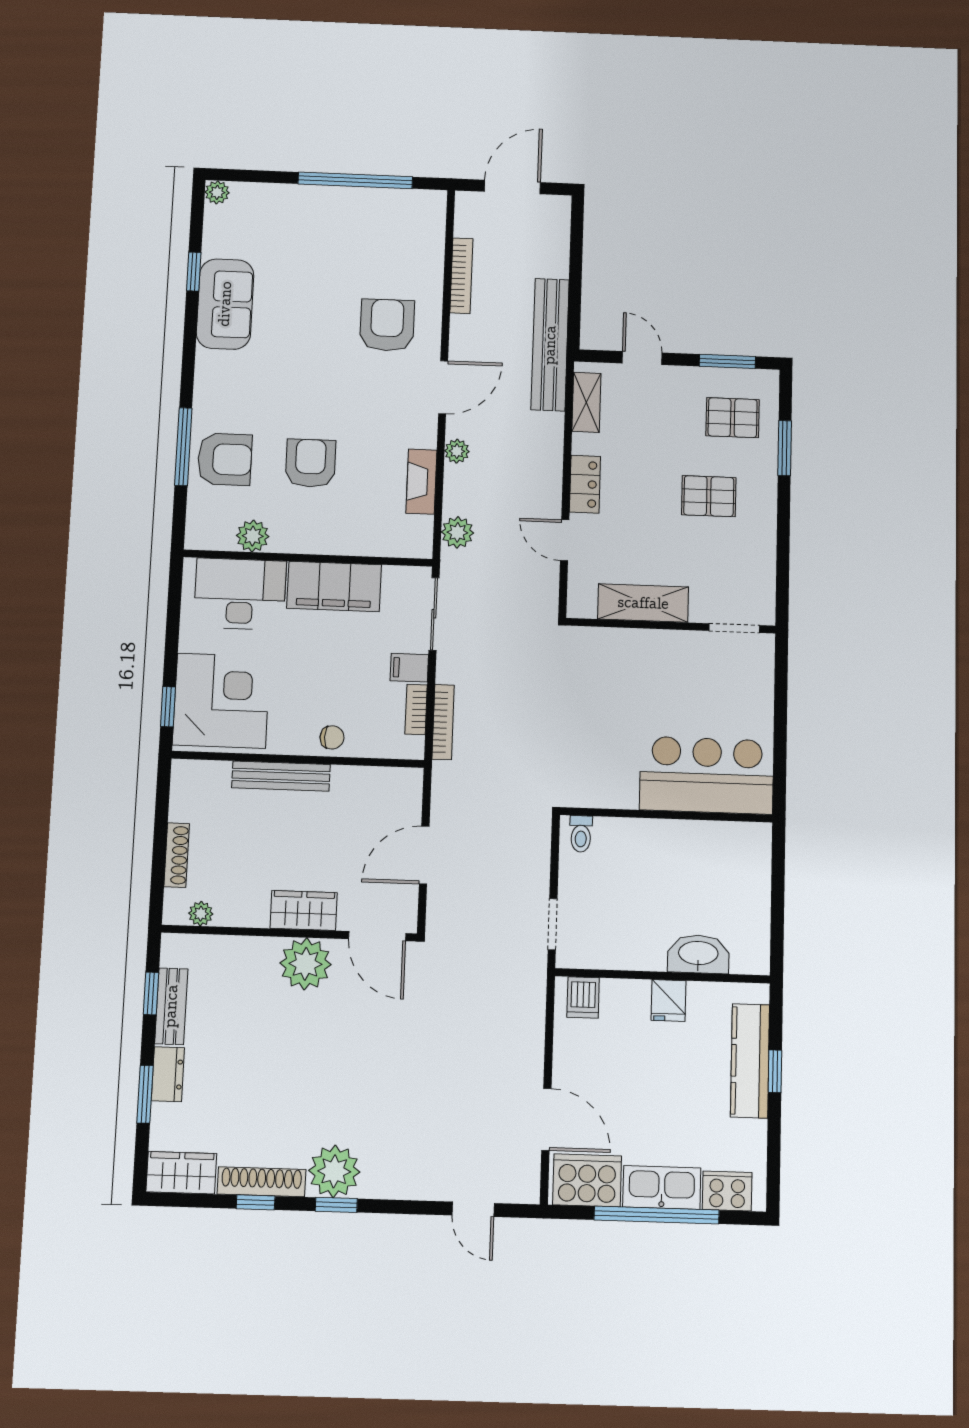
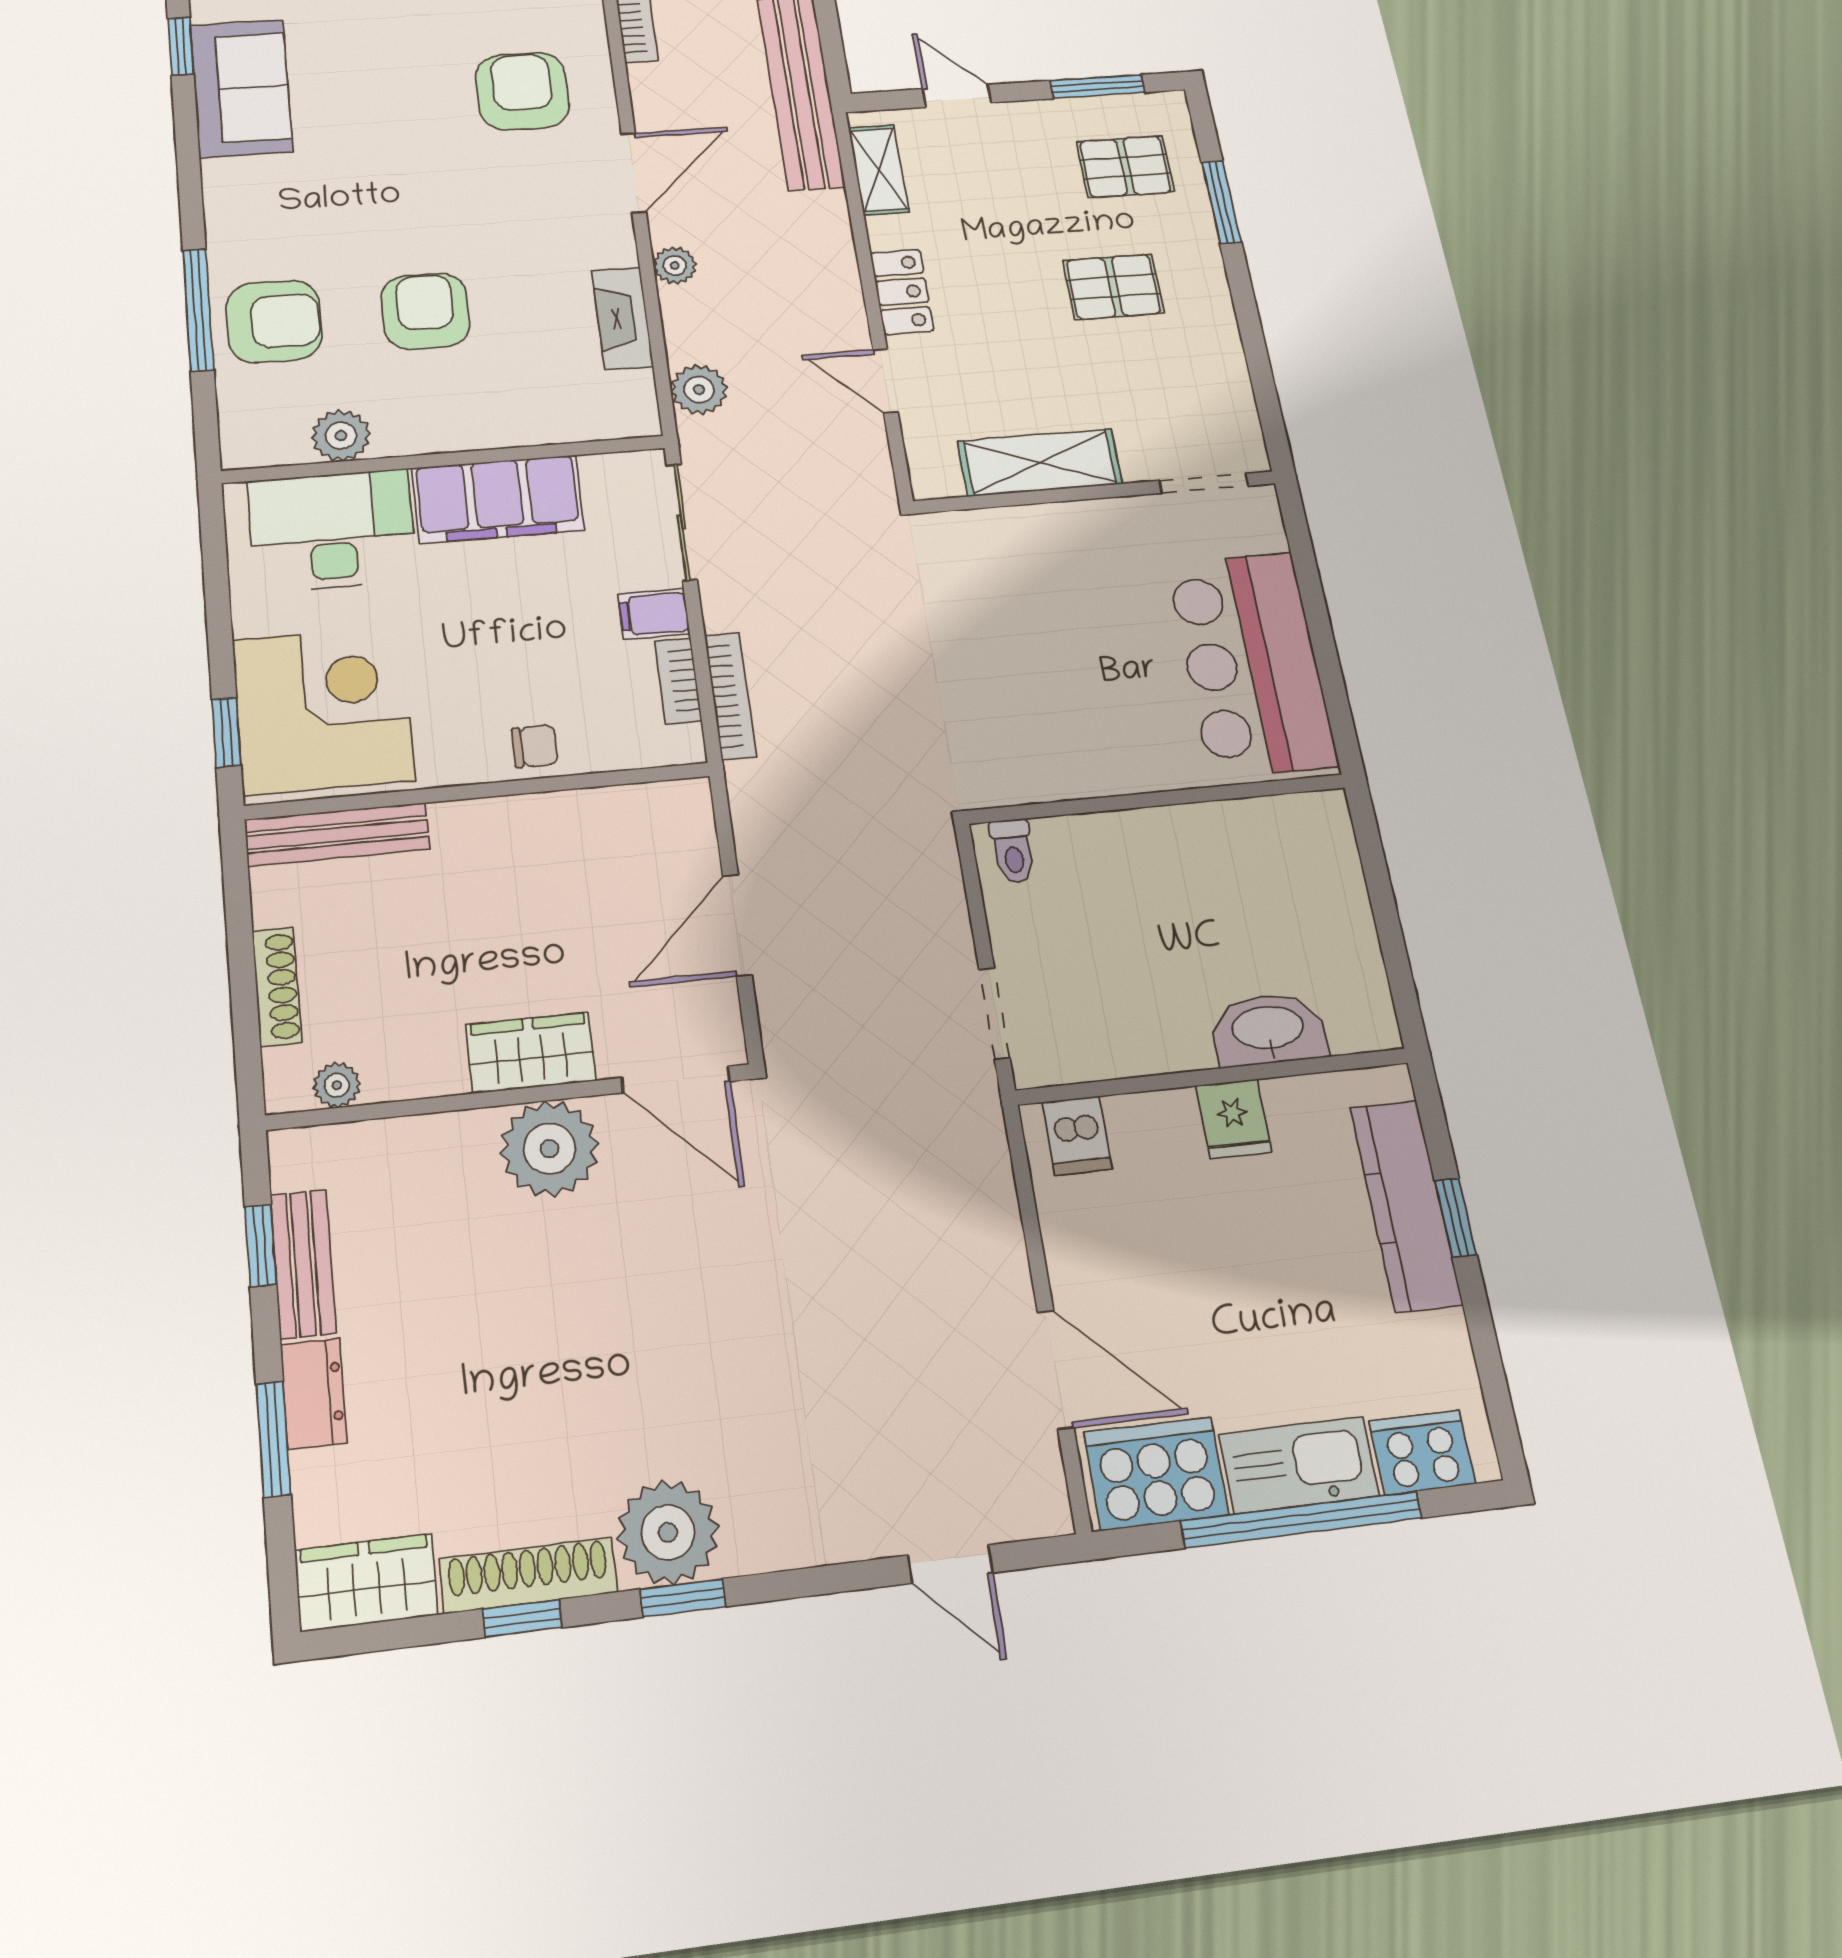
bar counter: (707, 775) -> (1252, 664), moved, turned -90
bench: (281, 776) -> (337, 834), moved

